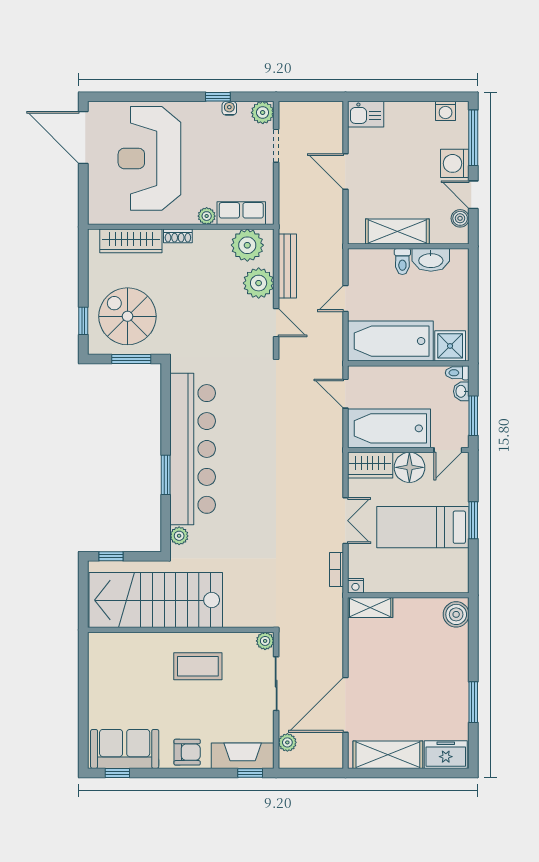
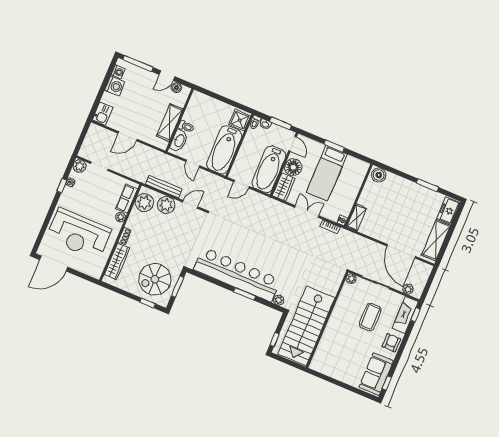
washing machine: (455, 163) -> (115, 86), moved, turned -90
washbasin: (431, 260) -> (179, 141), moved
coffee table: (198, 666) -> (370, 317), moved

